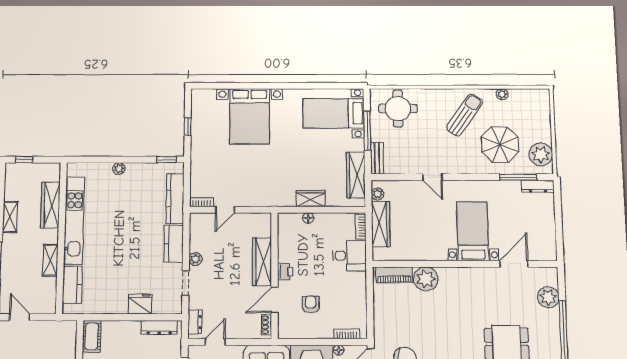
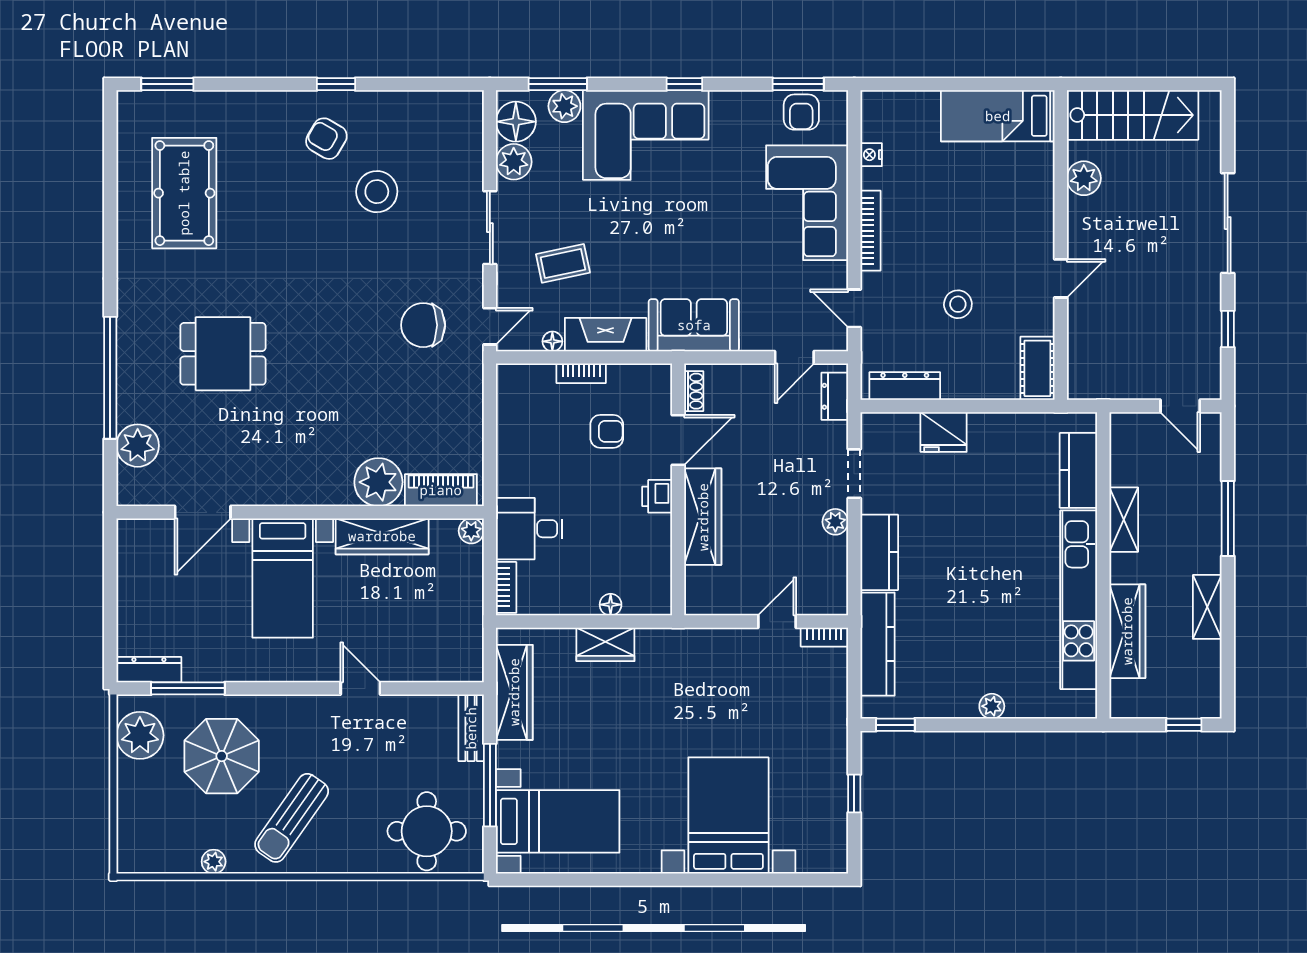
plant: (377, 194) -> (471, 531), moved
wardrobe: (381, 224) -> (382, 536), moved, turned -90
armchair: (311, 304) -> (607, 431), turned -90
bookcase: (347, 334) -> (581, 373), moved

